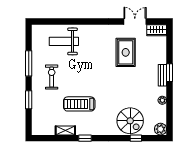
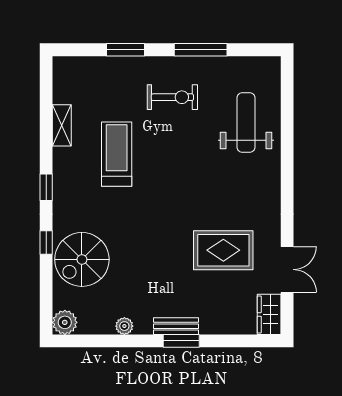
window: (85, 138) -> (46, 187), moved
window: (136, 138) -> (46, 243), moved

